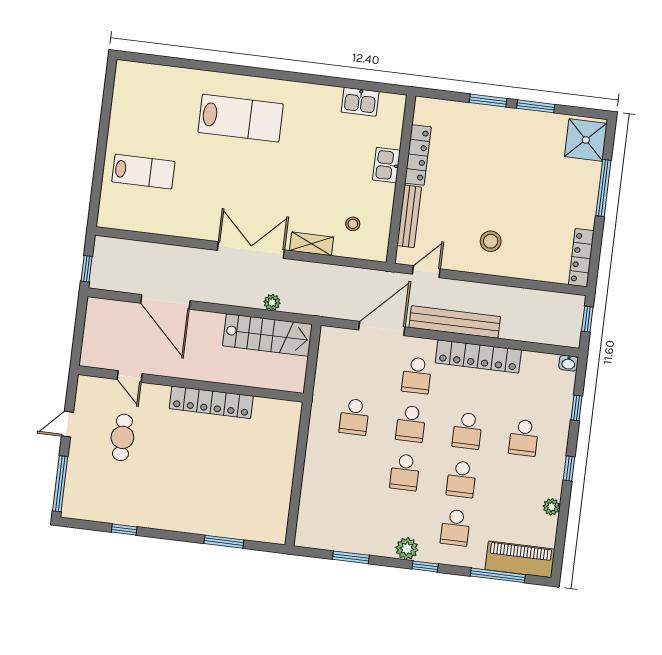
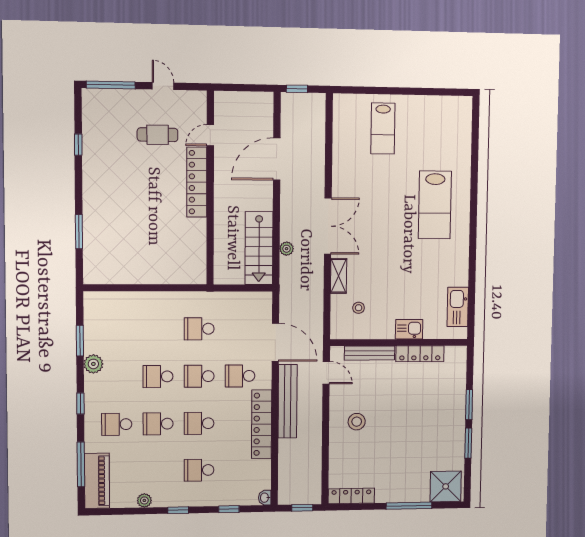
kitchen sink: (360, 102) -> (458, 307), width x1.38
locker: (211, 402) -> (197, 182), moved
plant: (407, 549) -> (93, 364), moved

